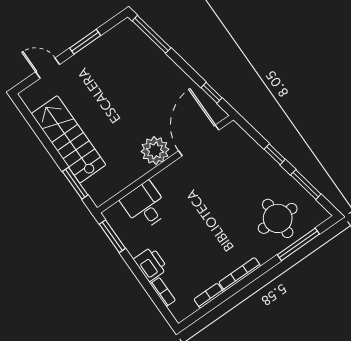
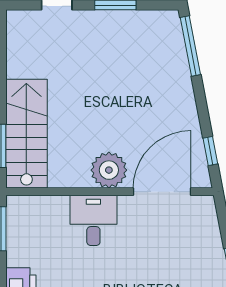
stairs: (69, 139) -> (26, 134), moved
desk: (145, 206) -> (93, 220), moved

